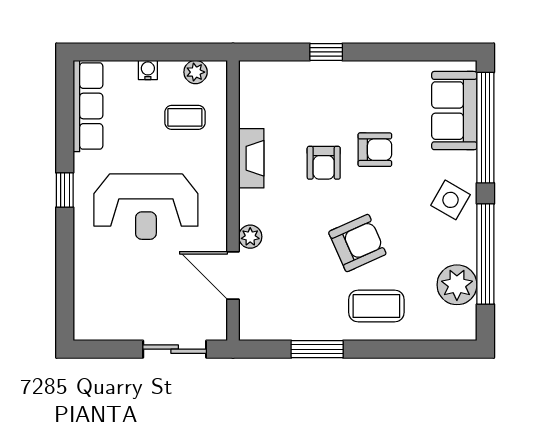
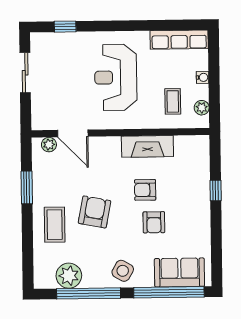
fireplace: (251, 158) -> (147, 146), width x1.37, depth x1.32
window: (65, 190) -> (65, 27), moved
plant: (250, 237) -> (49, 145), moved
armchair: (357, 243) -> (95, 212), turned -145
door: (233, 275) -> (73, 133), swing flipped
sliding door: (175, 349) -> (25, 73), moved

